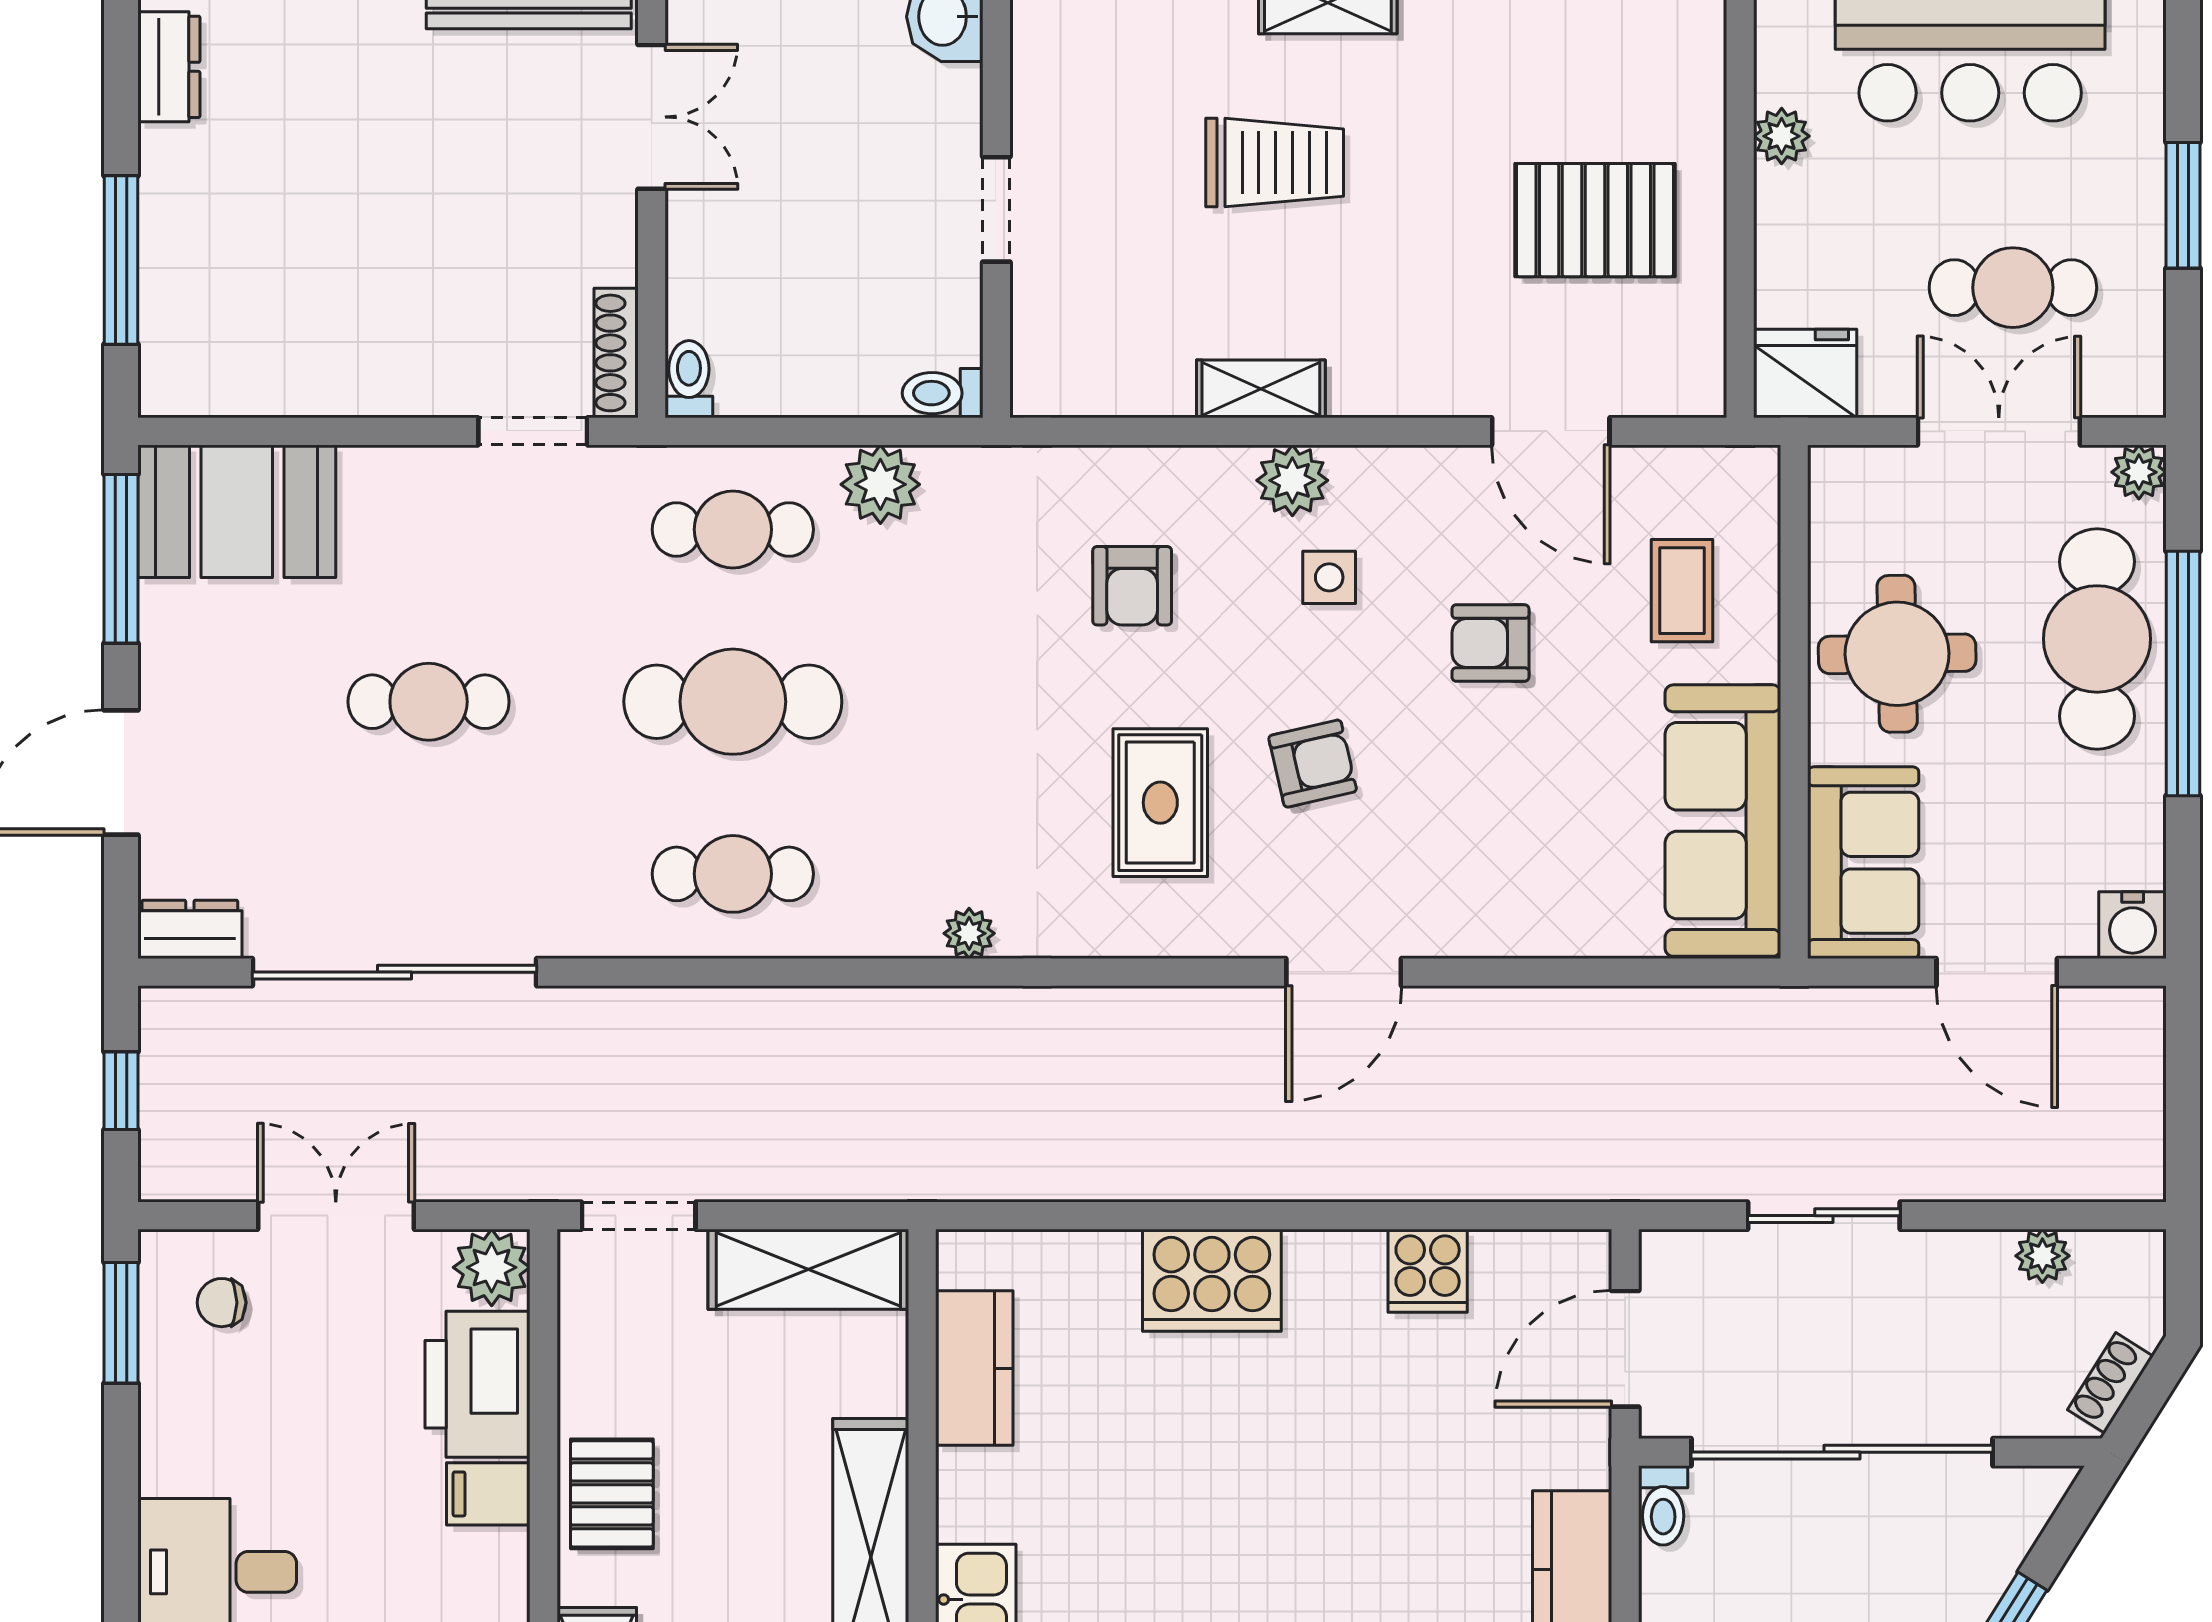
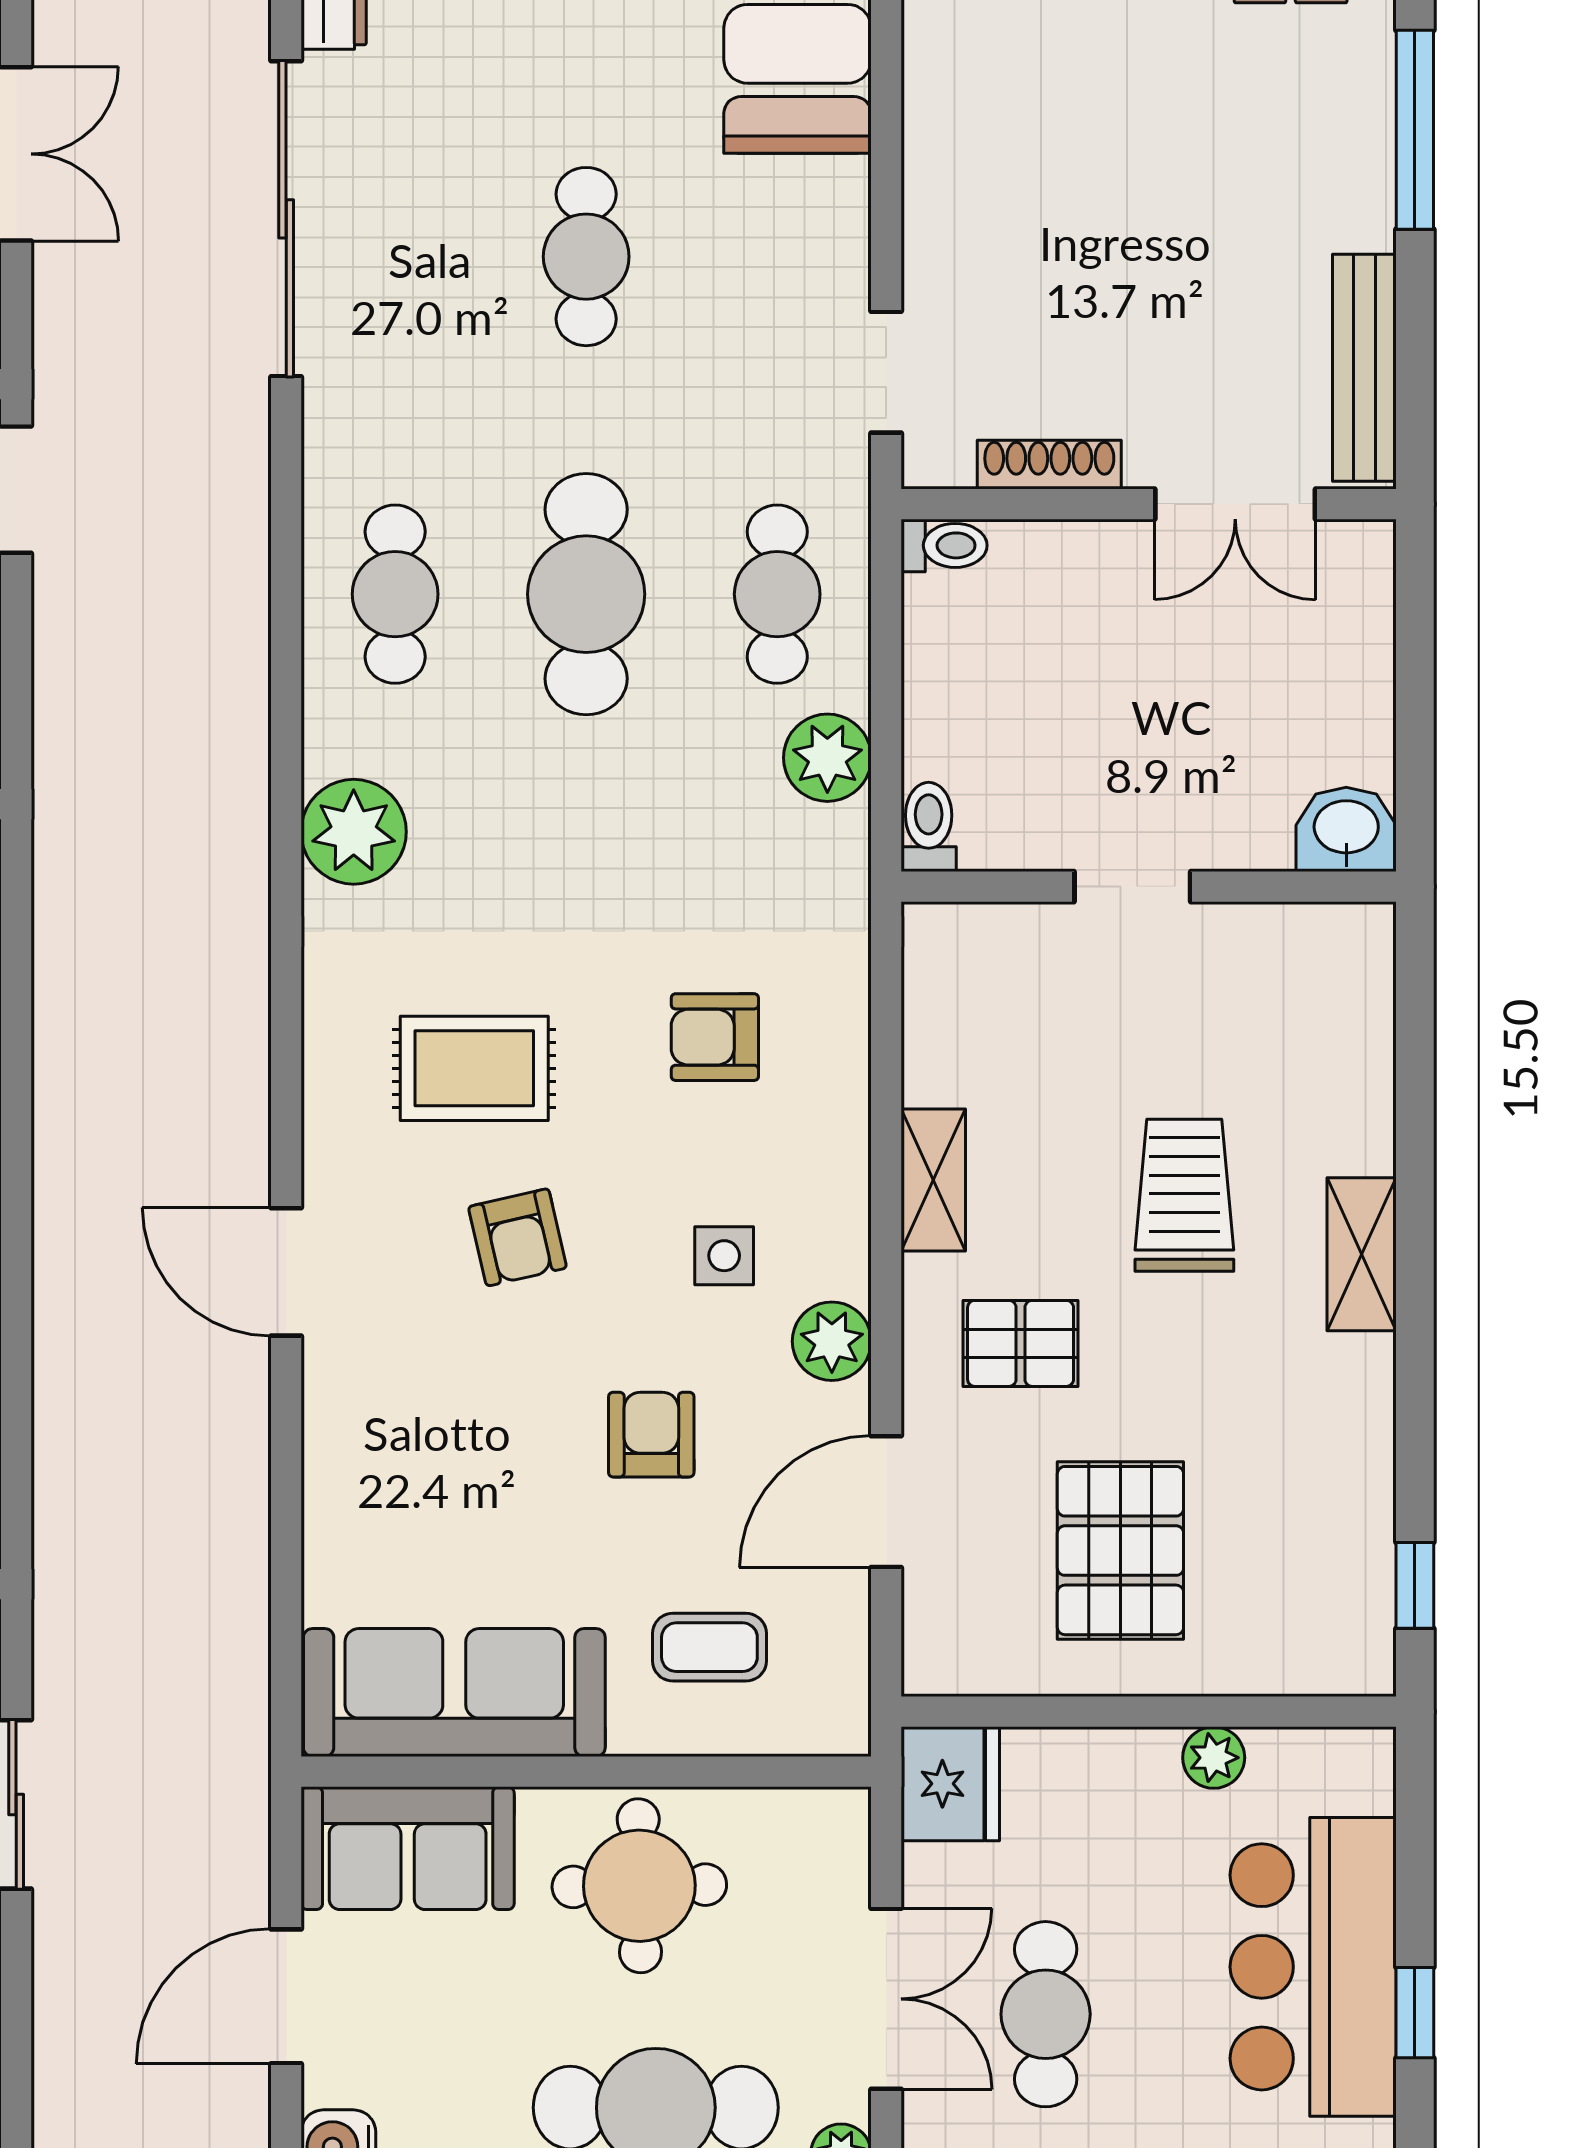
trolley: (1275, 163) -> (1184, 1195), turned 180
pallet: (1408, 310) -> (1021, 1343), added
shoe rack: (616, 353) -> (1049, 465), moved
plant: (1292, 480) -> (832, 1341), moved
plant: (969, 933) -> (354, 832), width x1.88, depth x1.88

